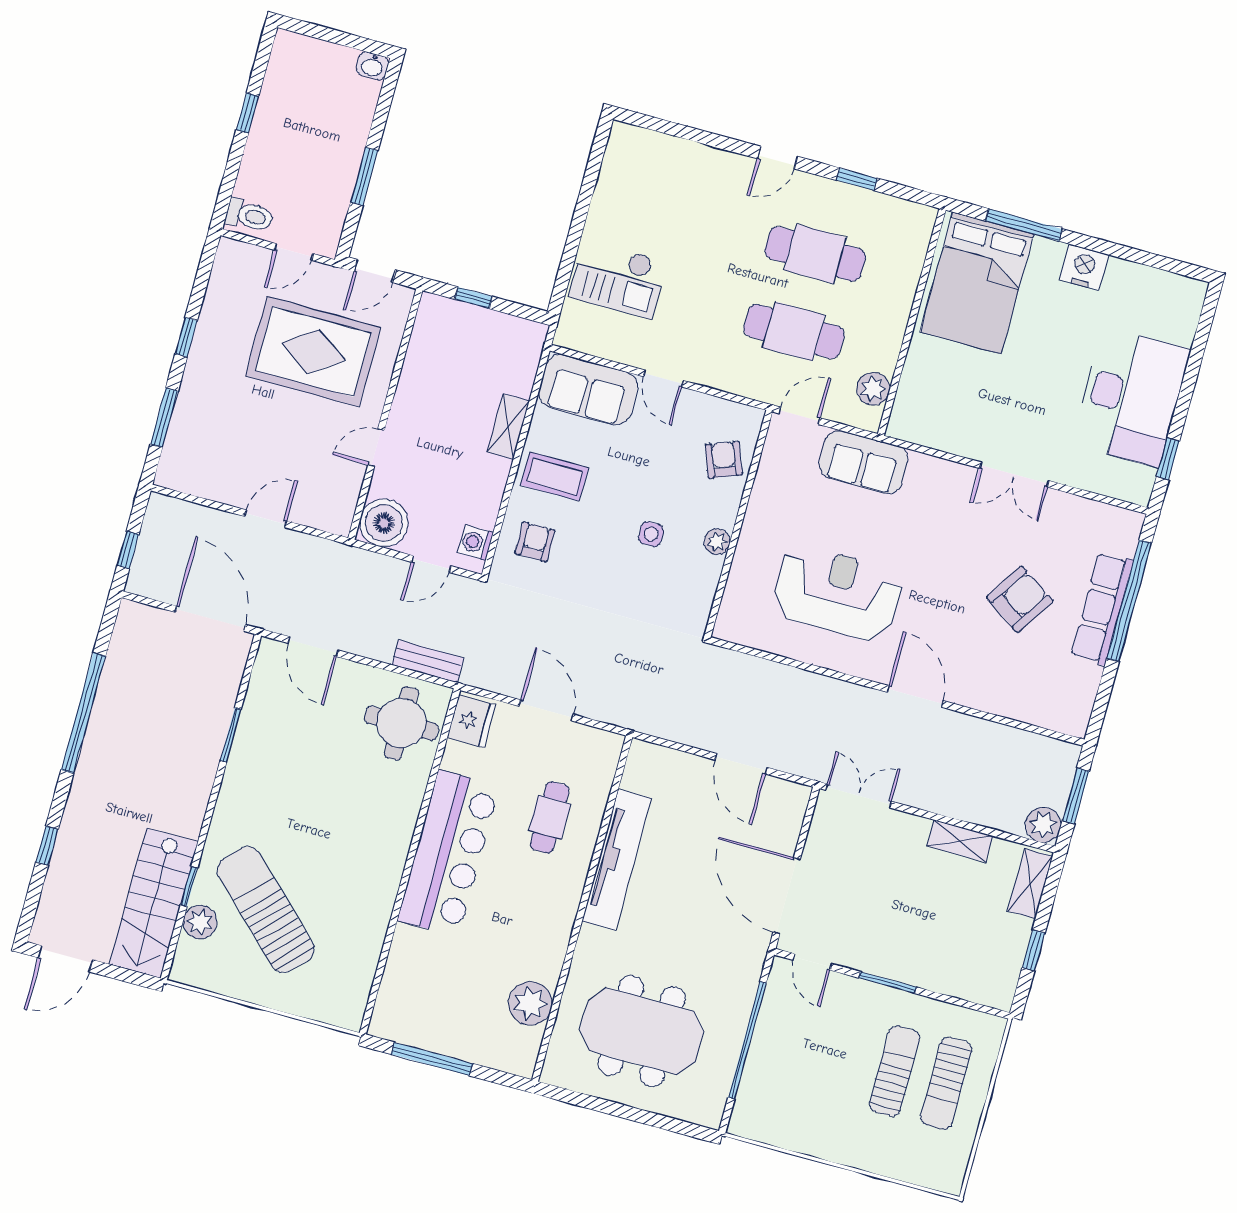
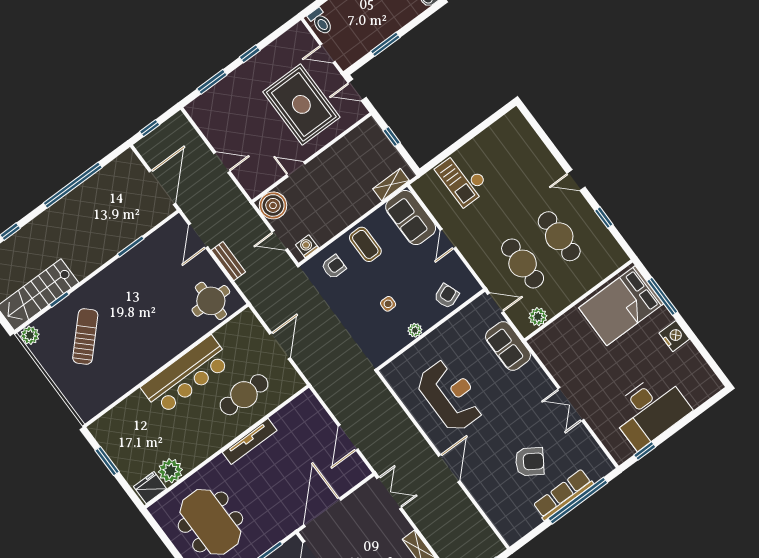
shelving: (508, 427) -> (391, 185), moved
bench: (428, 661) -> (228, 261), moved
fridge: (471, 721) -> (150, 488), moved, turned 180
cafe table: (550, 817) -> (244, 395), width x1.37, depth x1.35
tv unit: (617, 860) -> (250, 441), width x0.73, depth x0.78
sun lounger: (266, 909) -> (85, 336), width x0.73, depth x0.75
plant: (200, 922) -> (30, 335), moved
window: (432, 1059) -> (107, 461), width x0.69

